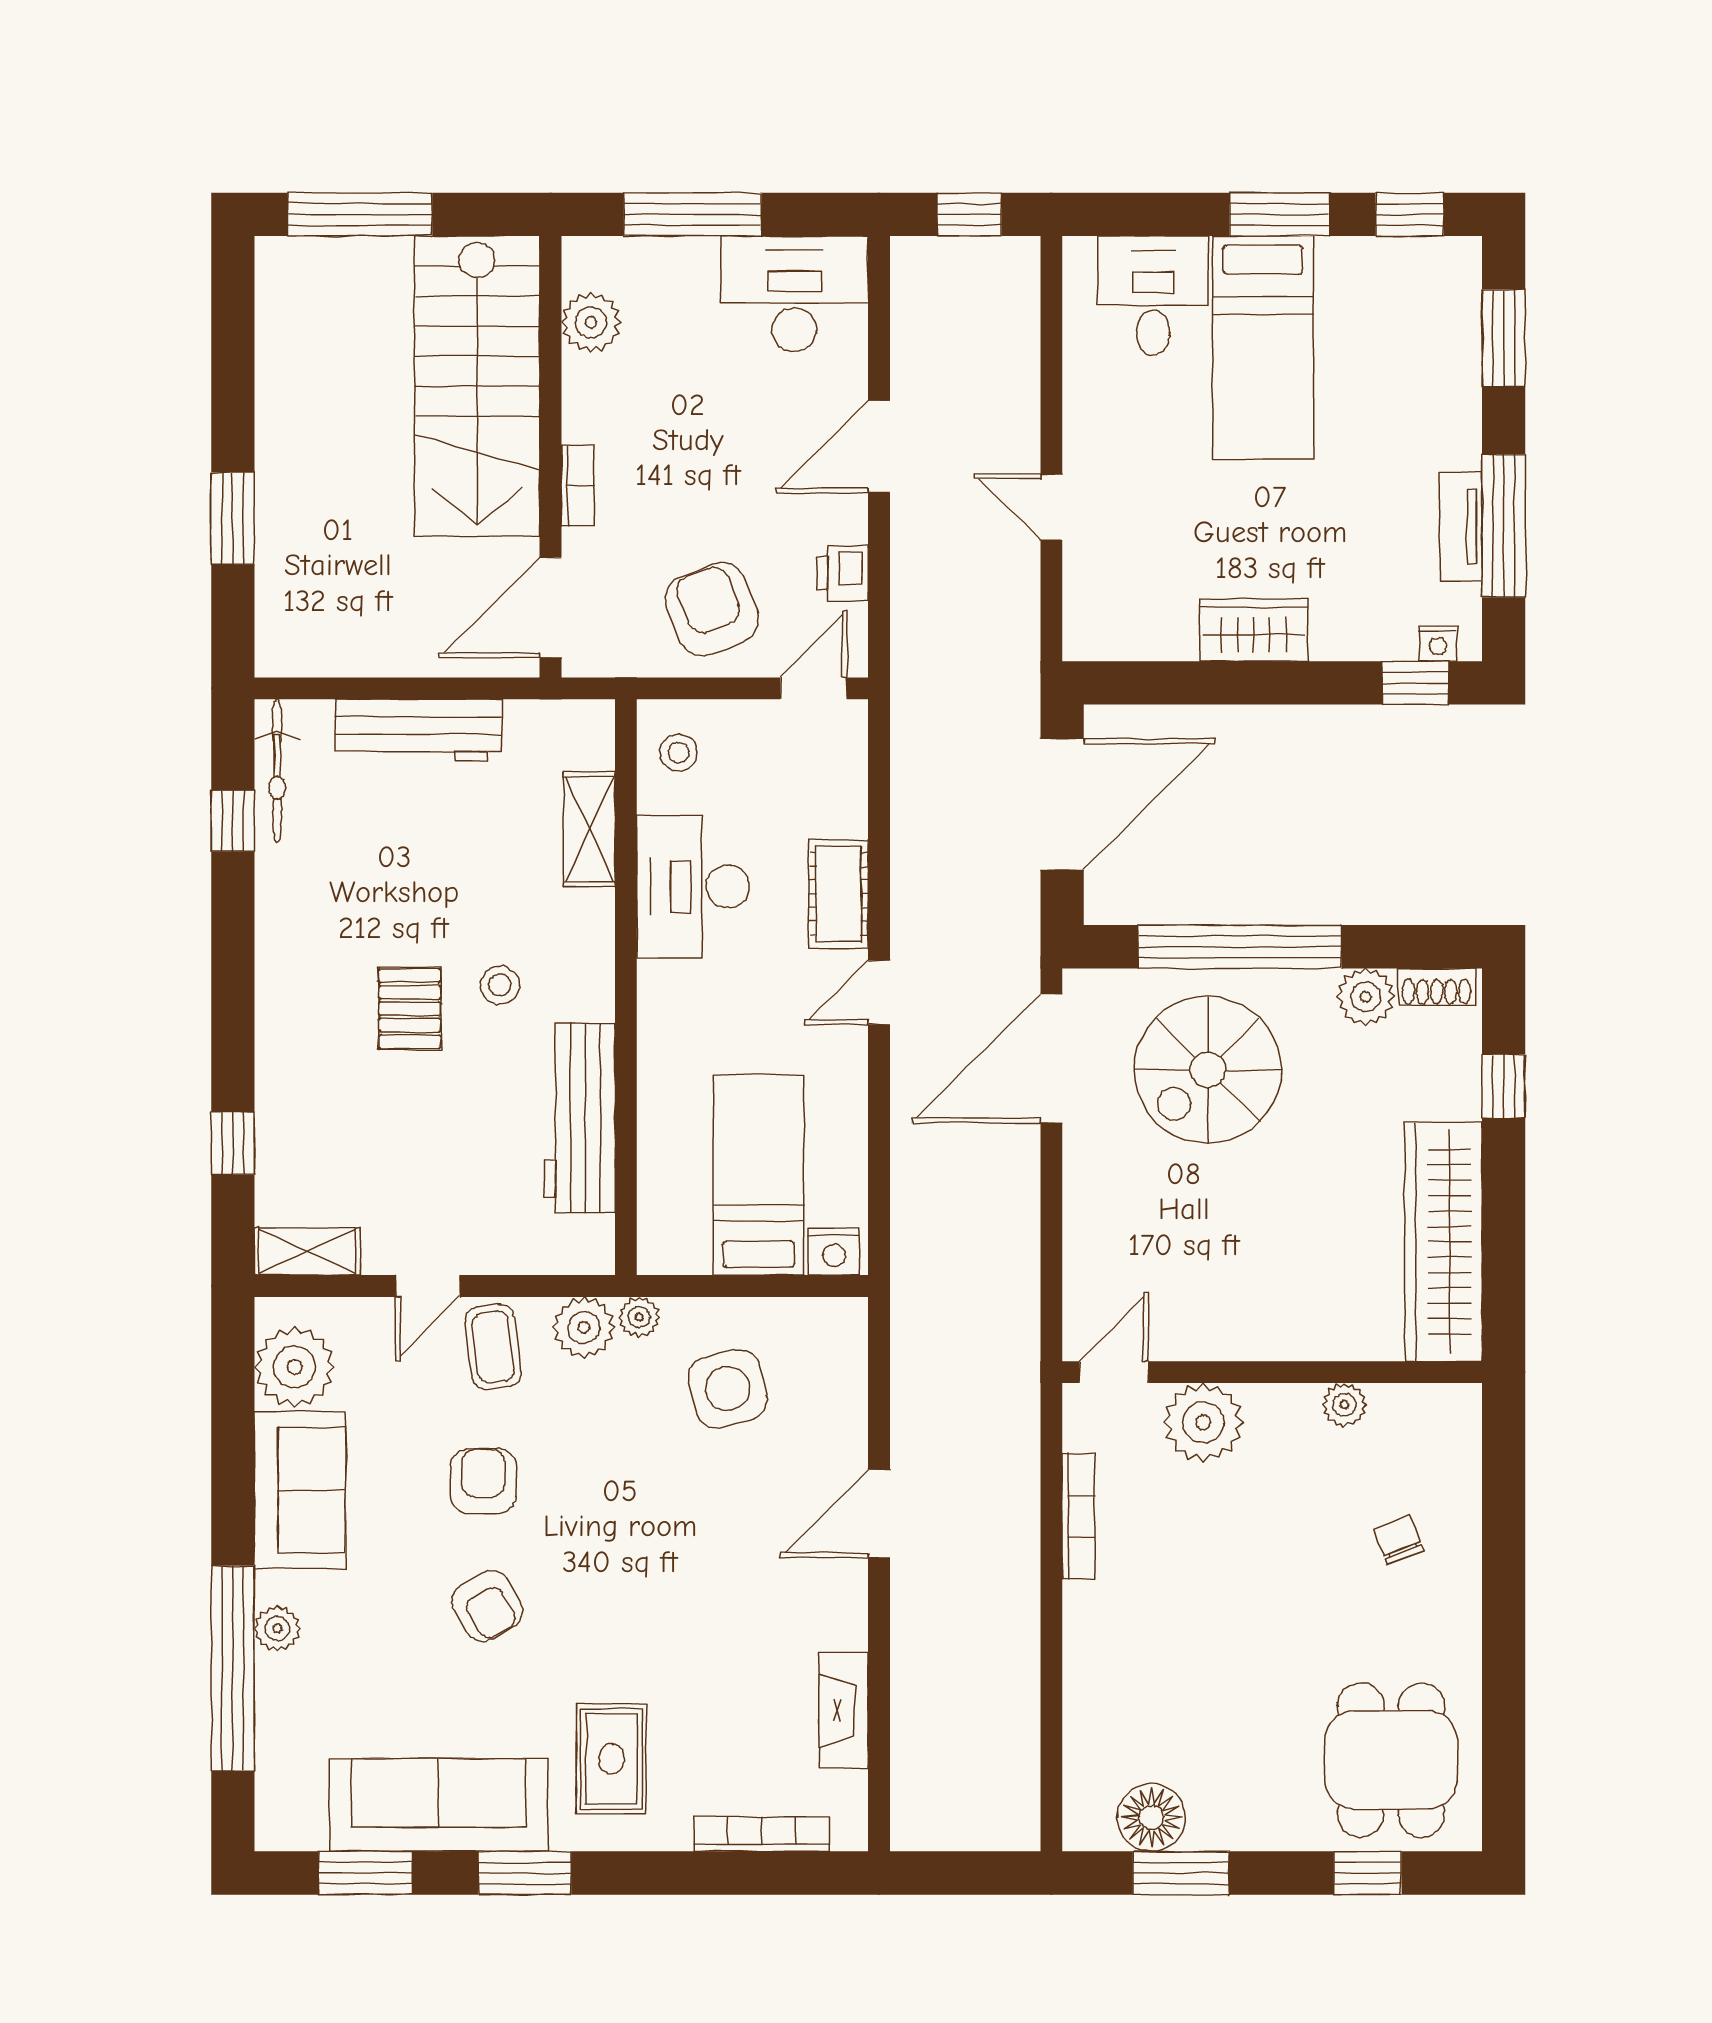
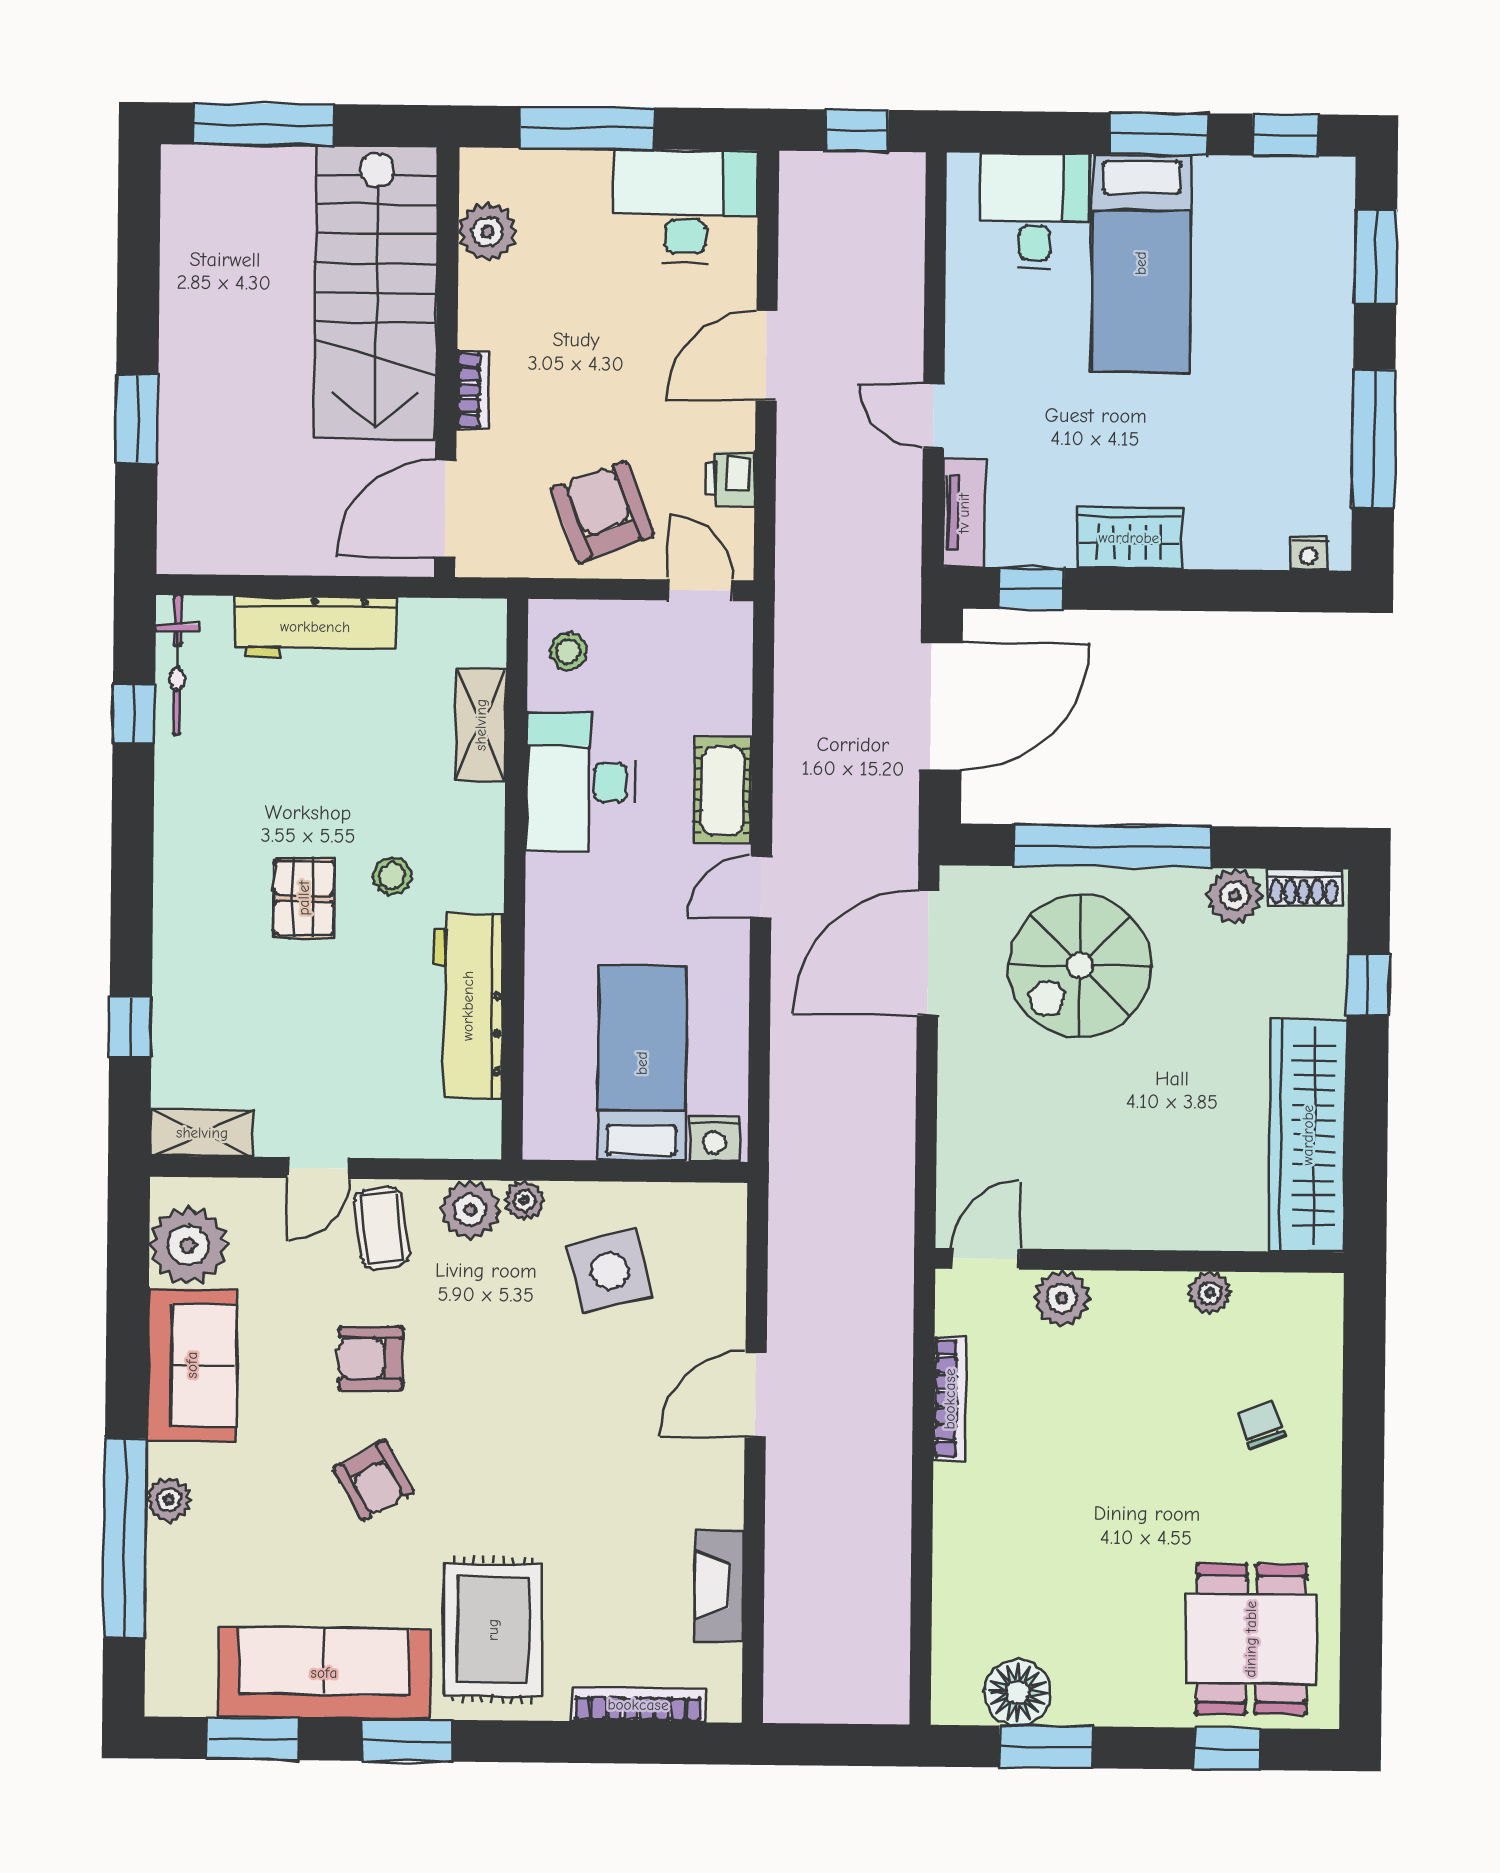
tv unit: (1461, 526) -> (964, 513), moved, turned 180
window: (1415, 683) -> (1031, 588), moved
door: (814, 688) -> (700, 590), hinge flipped
plant: (1203, 1422) -> (1062, 1298), width x0.73, depth x0.73
armchair: (483, 1481) -> (371, 1359), turned -90
rug: (612, 1759) -> (493, 1630), width x1.36, depth x1.43

